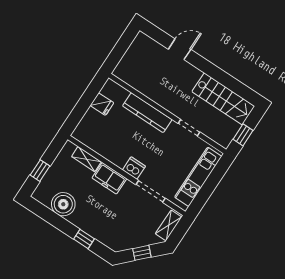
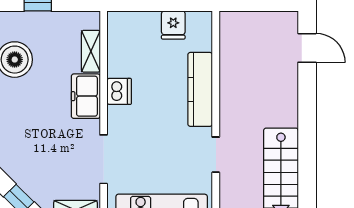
door: (180, 49) -> (307, 48), moved
dishwasher: (134, 168) -> (119, 91), moved

